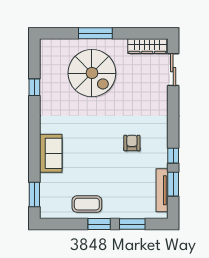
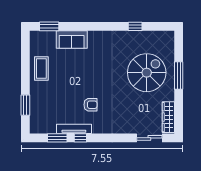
spiral stairs: (92, 73) -> (147, 73), turned 180
sofa: (51, 153) -> (72, 40), moved
tv unit: (162, 190) -> (74, 129), moved
window: (99, 224) -> (25, 78), removed

